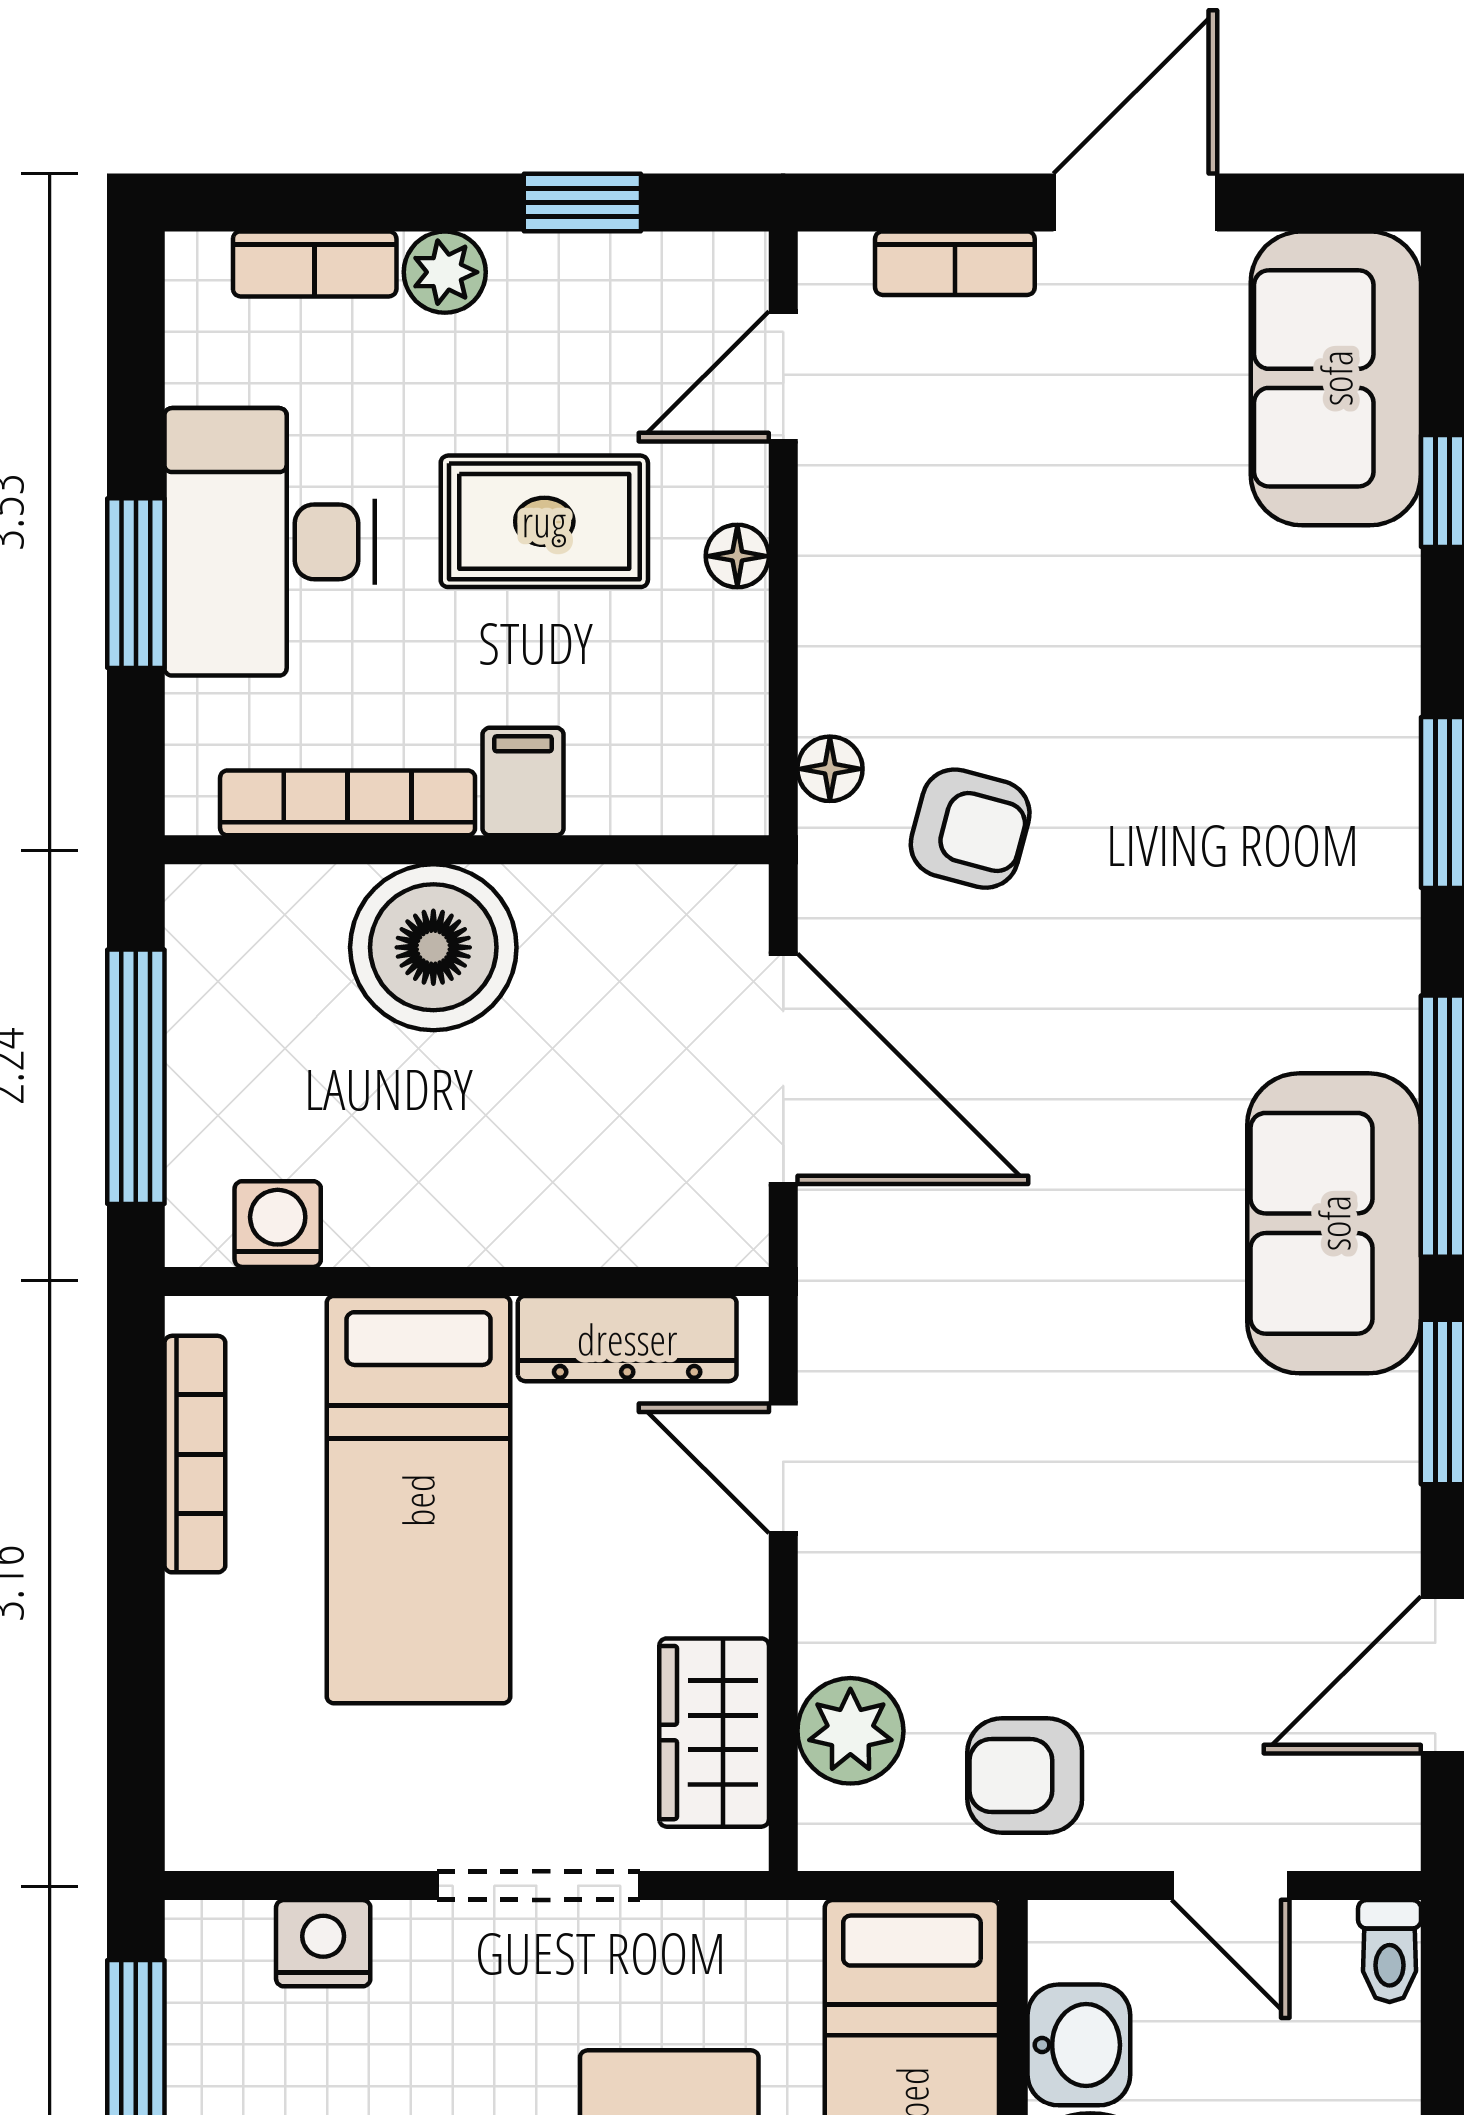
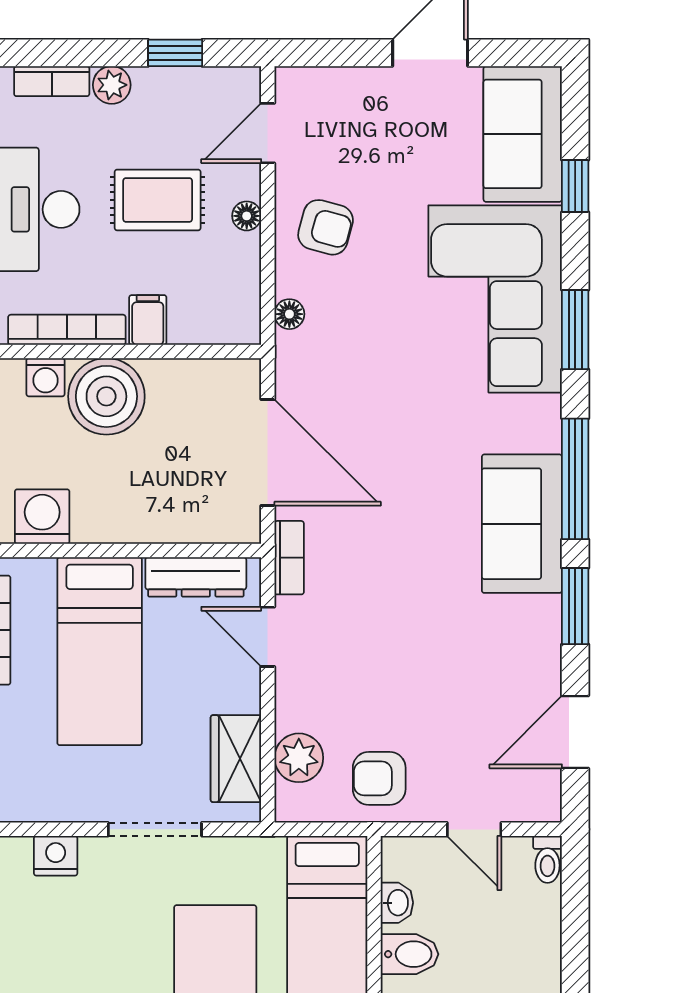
bookcase: (955, 263) -> (289, 558), moved, turned -90
corner sofa: (1276, 736) -> (495, 299), added
armchair: (970, 829) -> (326, 227), moved
washing machine: (301, 906) -> (45, 377), added
washing machine: (278, 1224) -> (42, 517), width x1.38, depth x1.38
washbasin: (1079, 2045) -> (397, 903), width x0.72, depth x0.69

